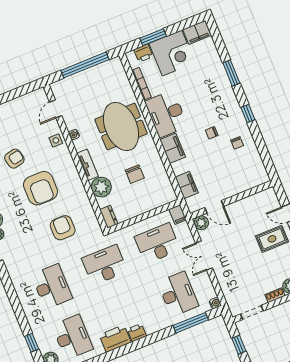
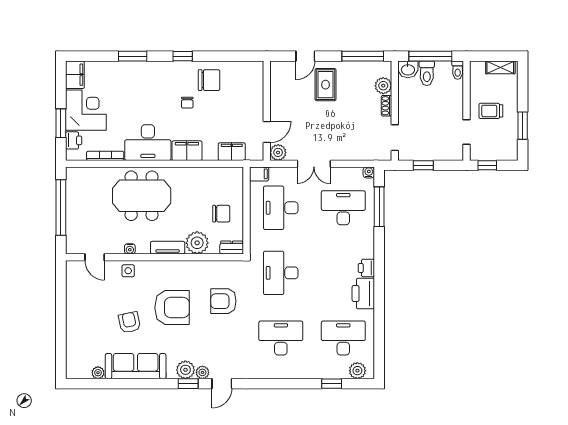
chair: (237, 143) -> (209, 80), width x1.87, depth x1.87
chair: (135, 174) -> (221, 214), moved

